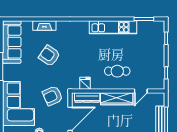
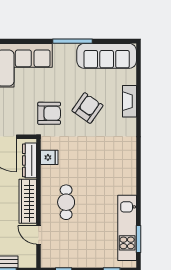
kitchen unit: (113, 27) -> (127, 228), moved
armchair: (53, 96) -> (49, 113), moved, turned 114

